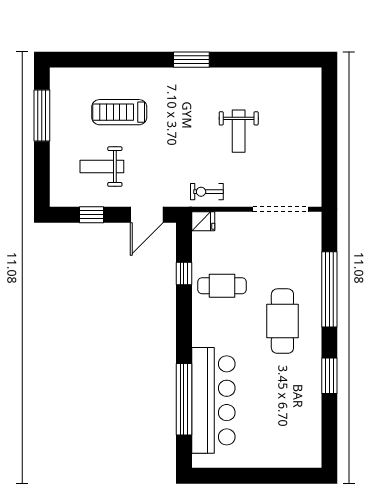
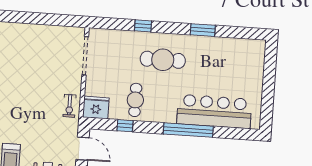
weight bench: (239, 131) -> (29, 81), removed
fridge: (203, 221) -> (96, 108), width x1.88, depth x1.34
window: (329, 289) -> (143, 26), width x0.32
window: (184, 399) -> (188, 130), moved

